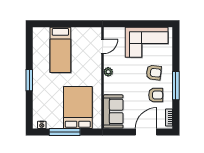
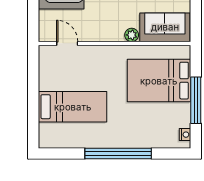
plant: (108, 72) -> (132, 35), moved
window: (29, 80) -> (118, 153), width x2.11

